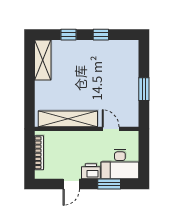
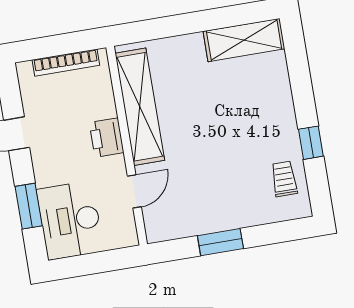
window: (69, 35) -> (301, 81), removed
trolley: (117, 51) -> (284, 179), added
printer: (91, 171) -> (107, 138), moved, turned 180

